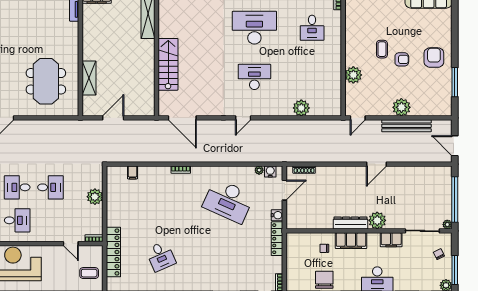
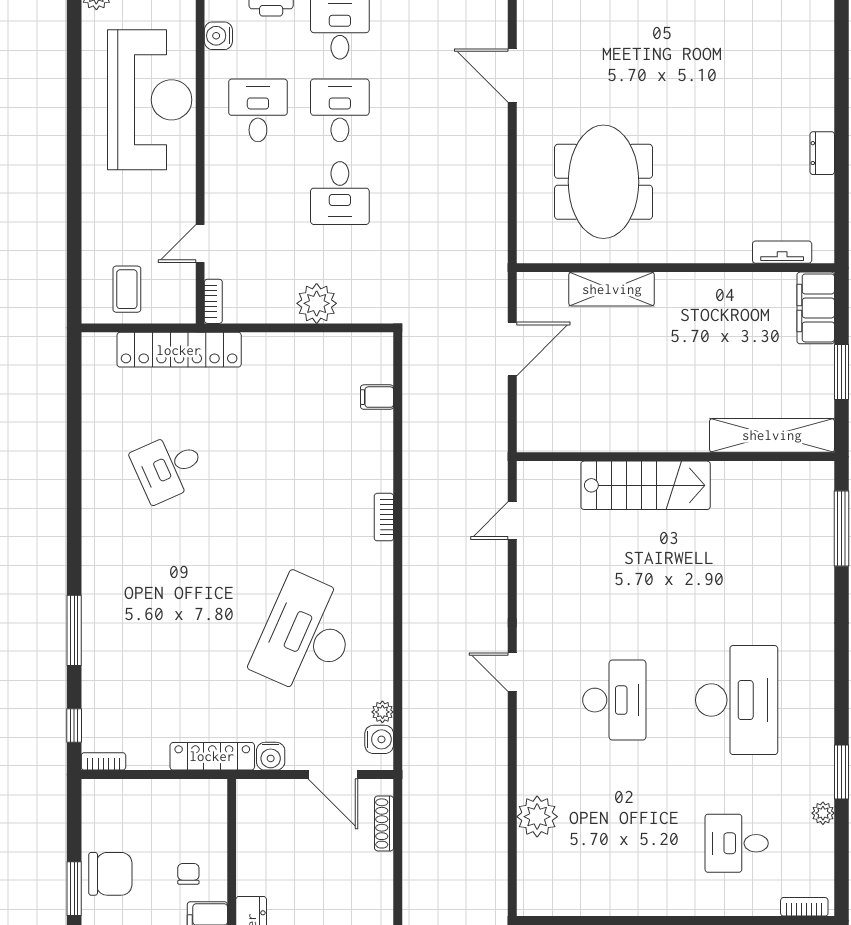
meeting table: (46, 81) -> (603, 182), turned 90
door: (113, 118) -> (512, 349), hinge flipped
door: (182, 118) -> (512, 521), width x0.53
desk: (17, 220) -> (258, 110), turned 180

